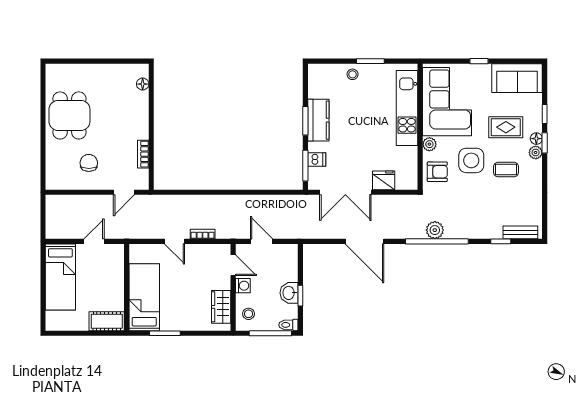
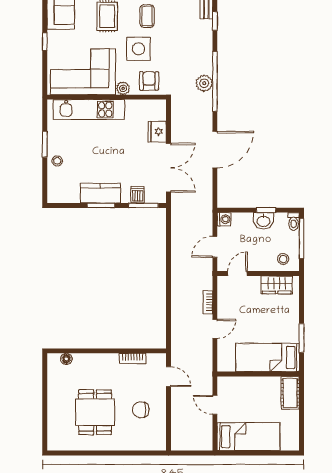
dining table: (69, 115) -> (95, 412), moved, turned 90
washing machine: (243, 286) -> (224, 219), moved, turned 90

